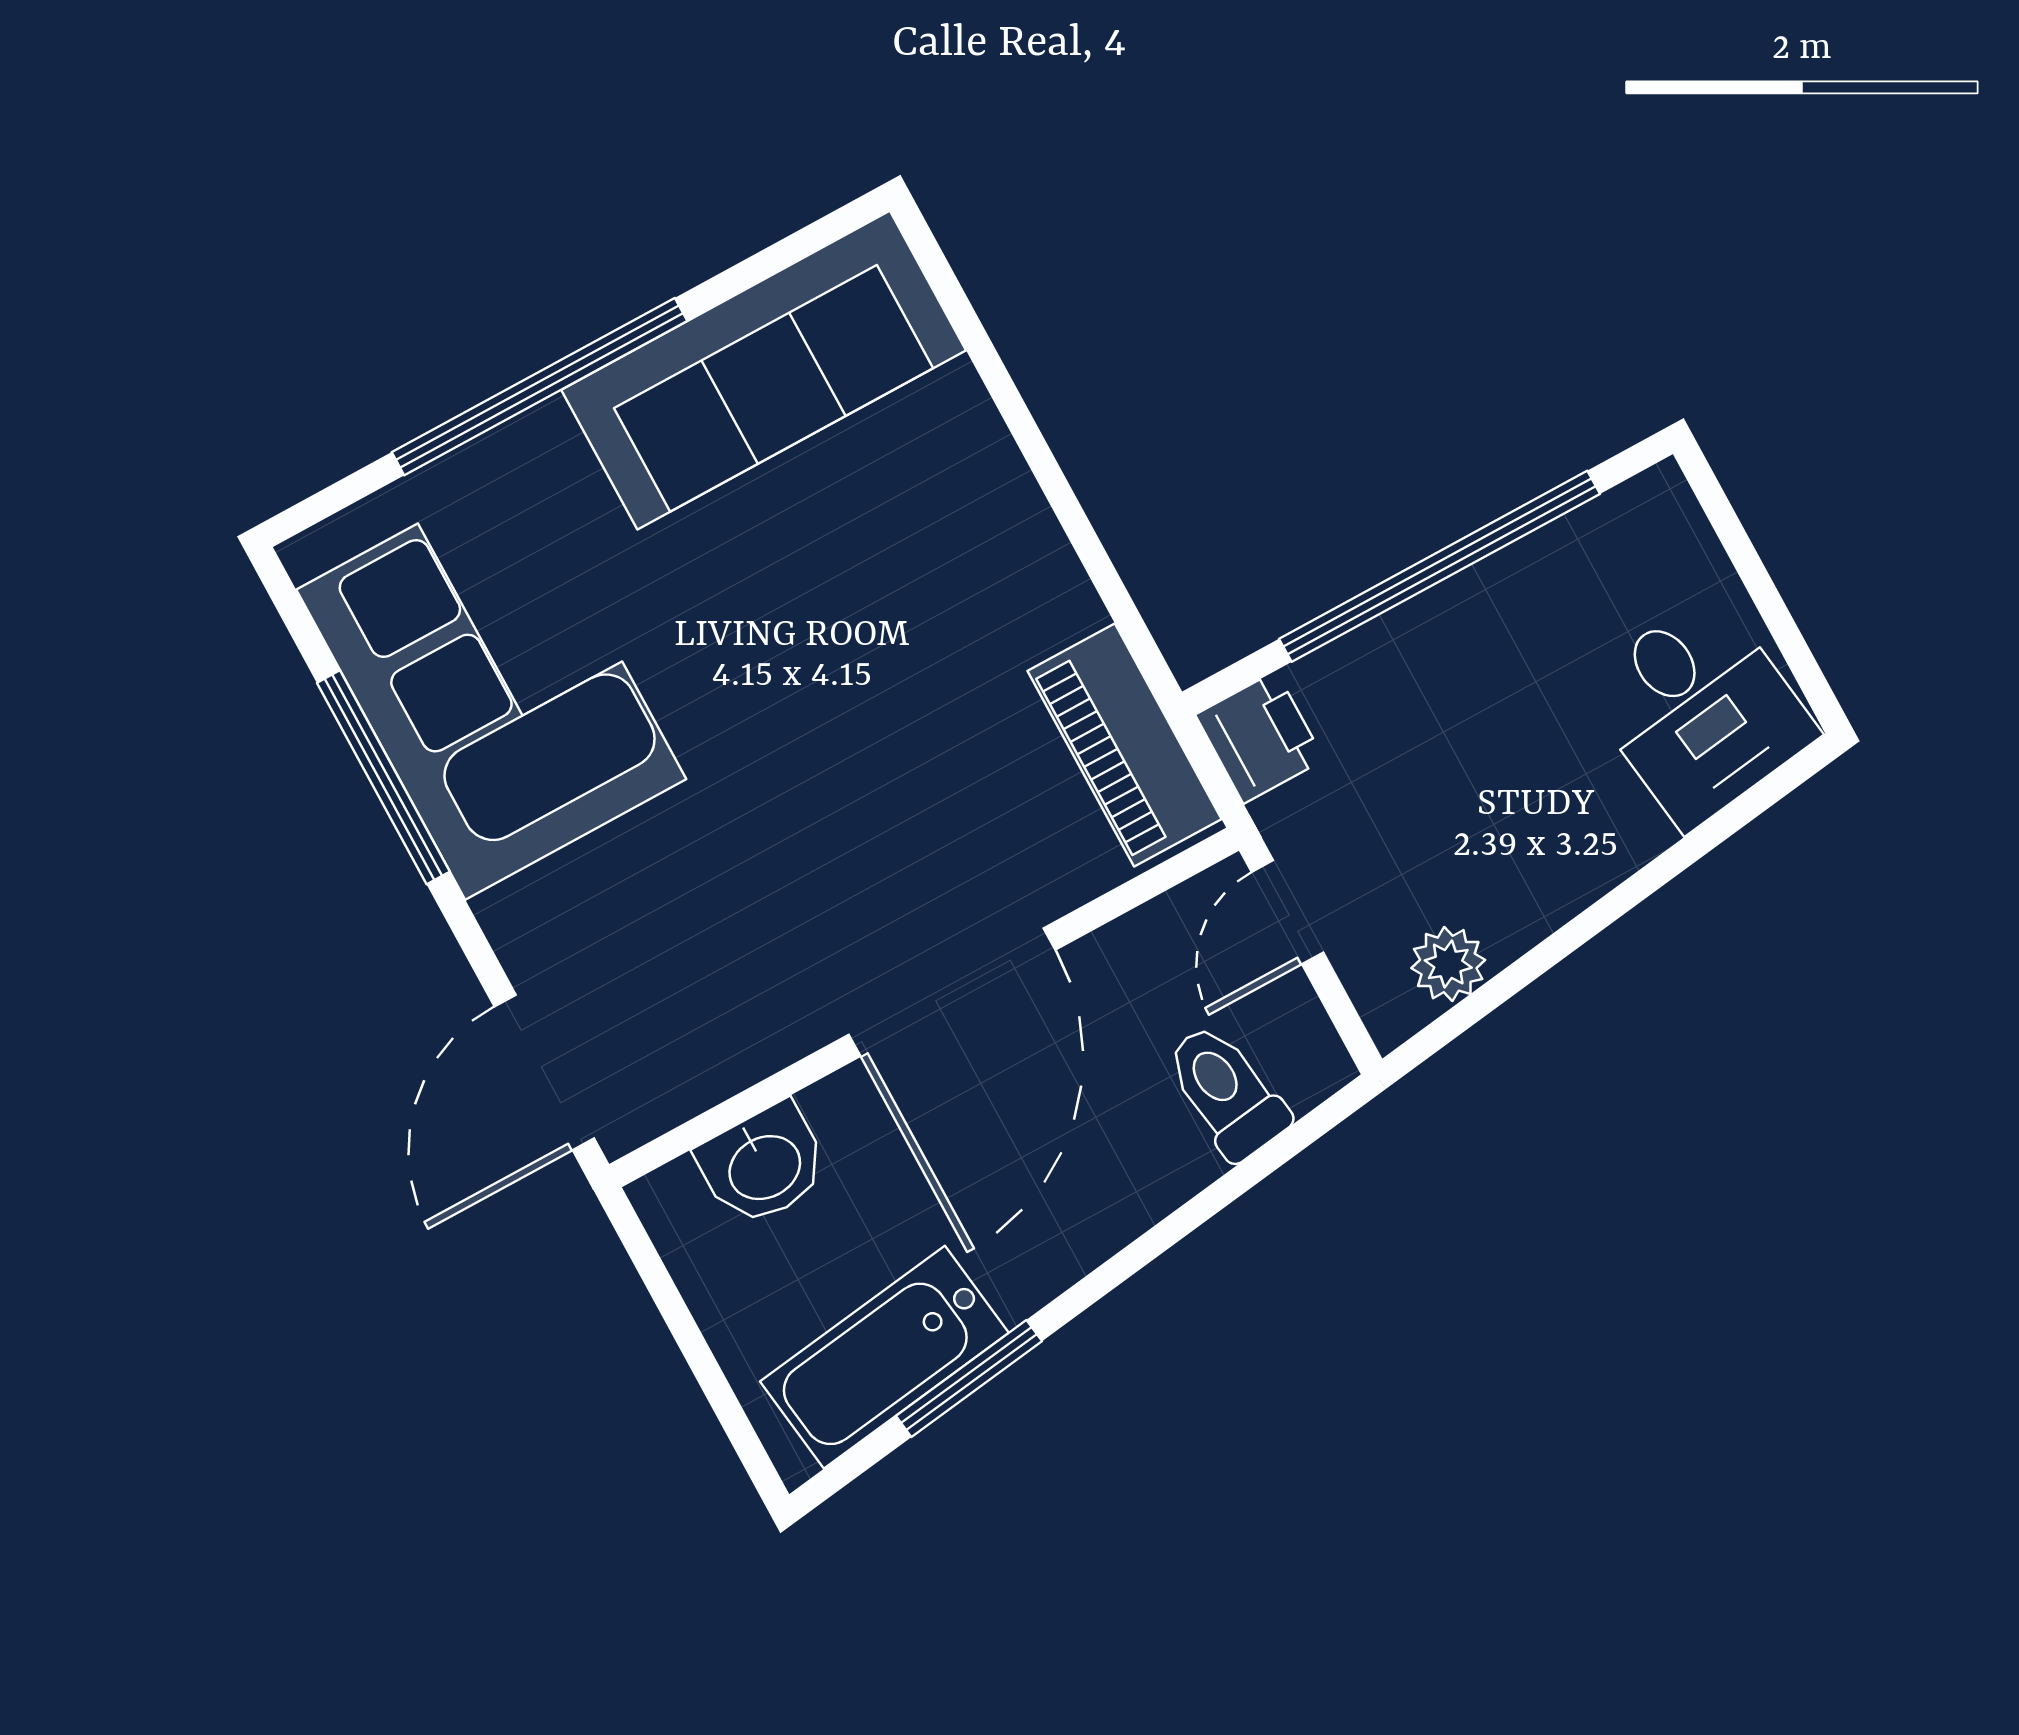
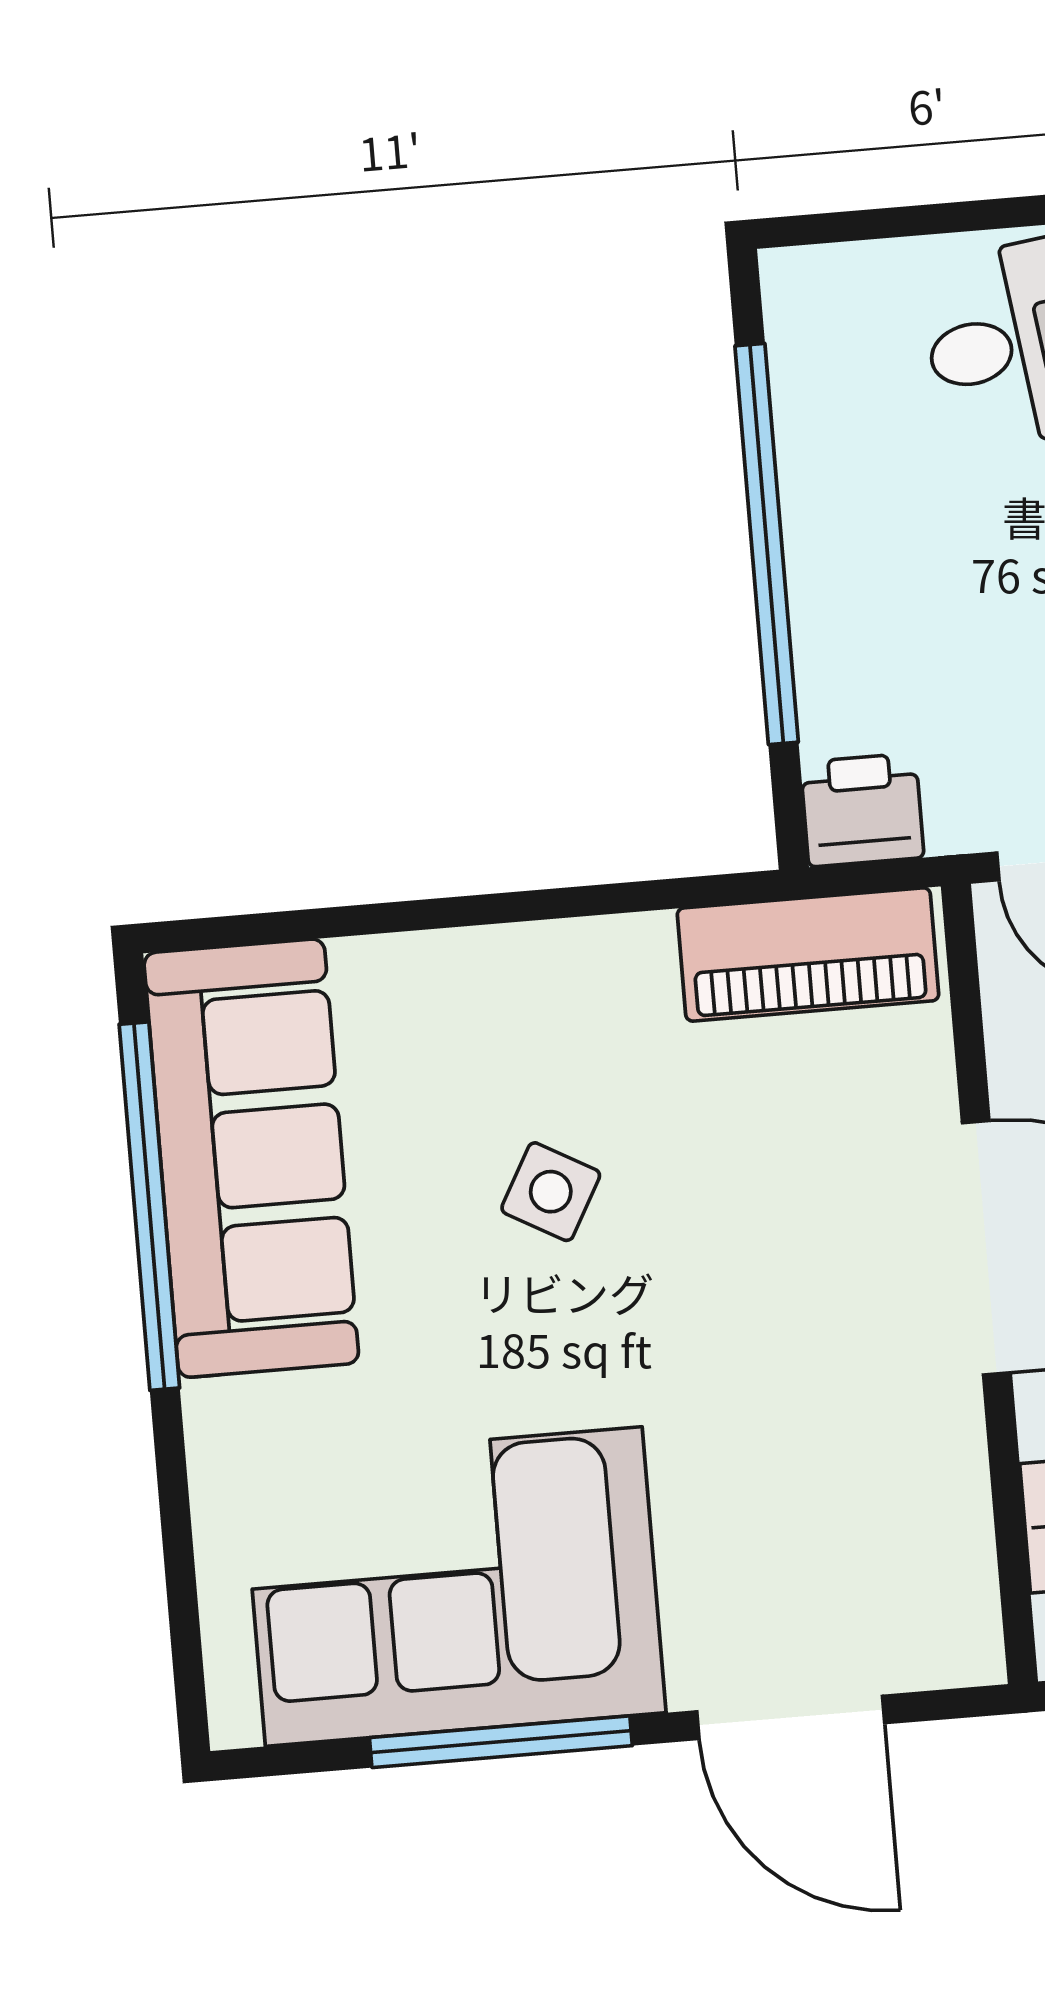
window: (540, 387) -> (149, 1206), moved
side table: (843, 622) -> (551, 1192), added
door: (544, 1072) -> (791, 1717), moved

